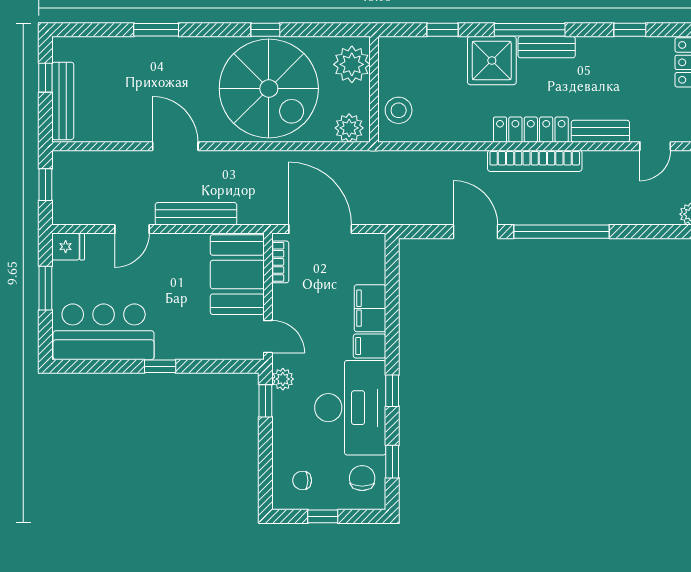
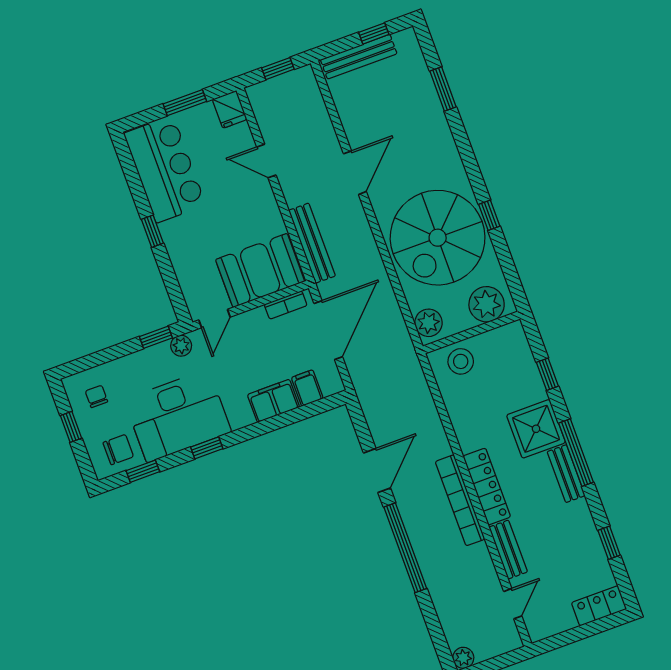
window: (156, 30) -> (443, 89), moved
door: (655, 146) -> (513, 604), swing flipped
bench: (196, 214) -> (312, 243), moved
filing cabinet: (370, 346) -> (307, 388), moved

